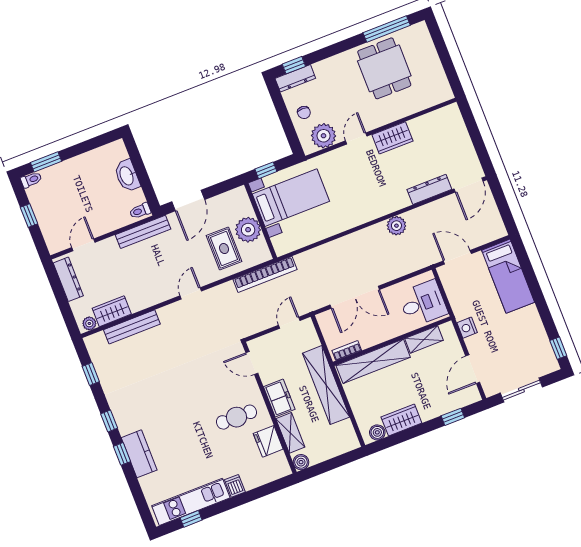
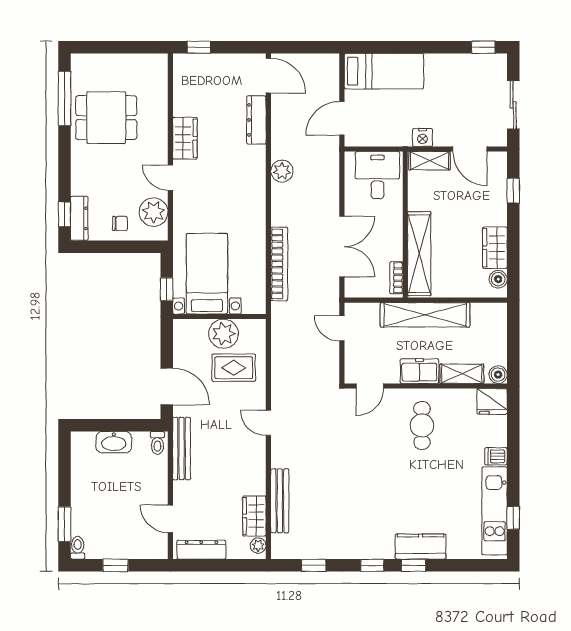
window: (470, 121) -> (199, 47), added
bookcase: (265, 274) -> (279, 264), moved
shelving: (424, 339) -> (430, 161), moved, turned 90
fridge: (268, 441) -> (492, 401), moved

